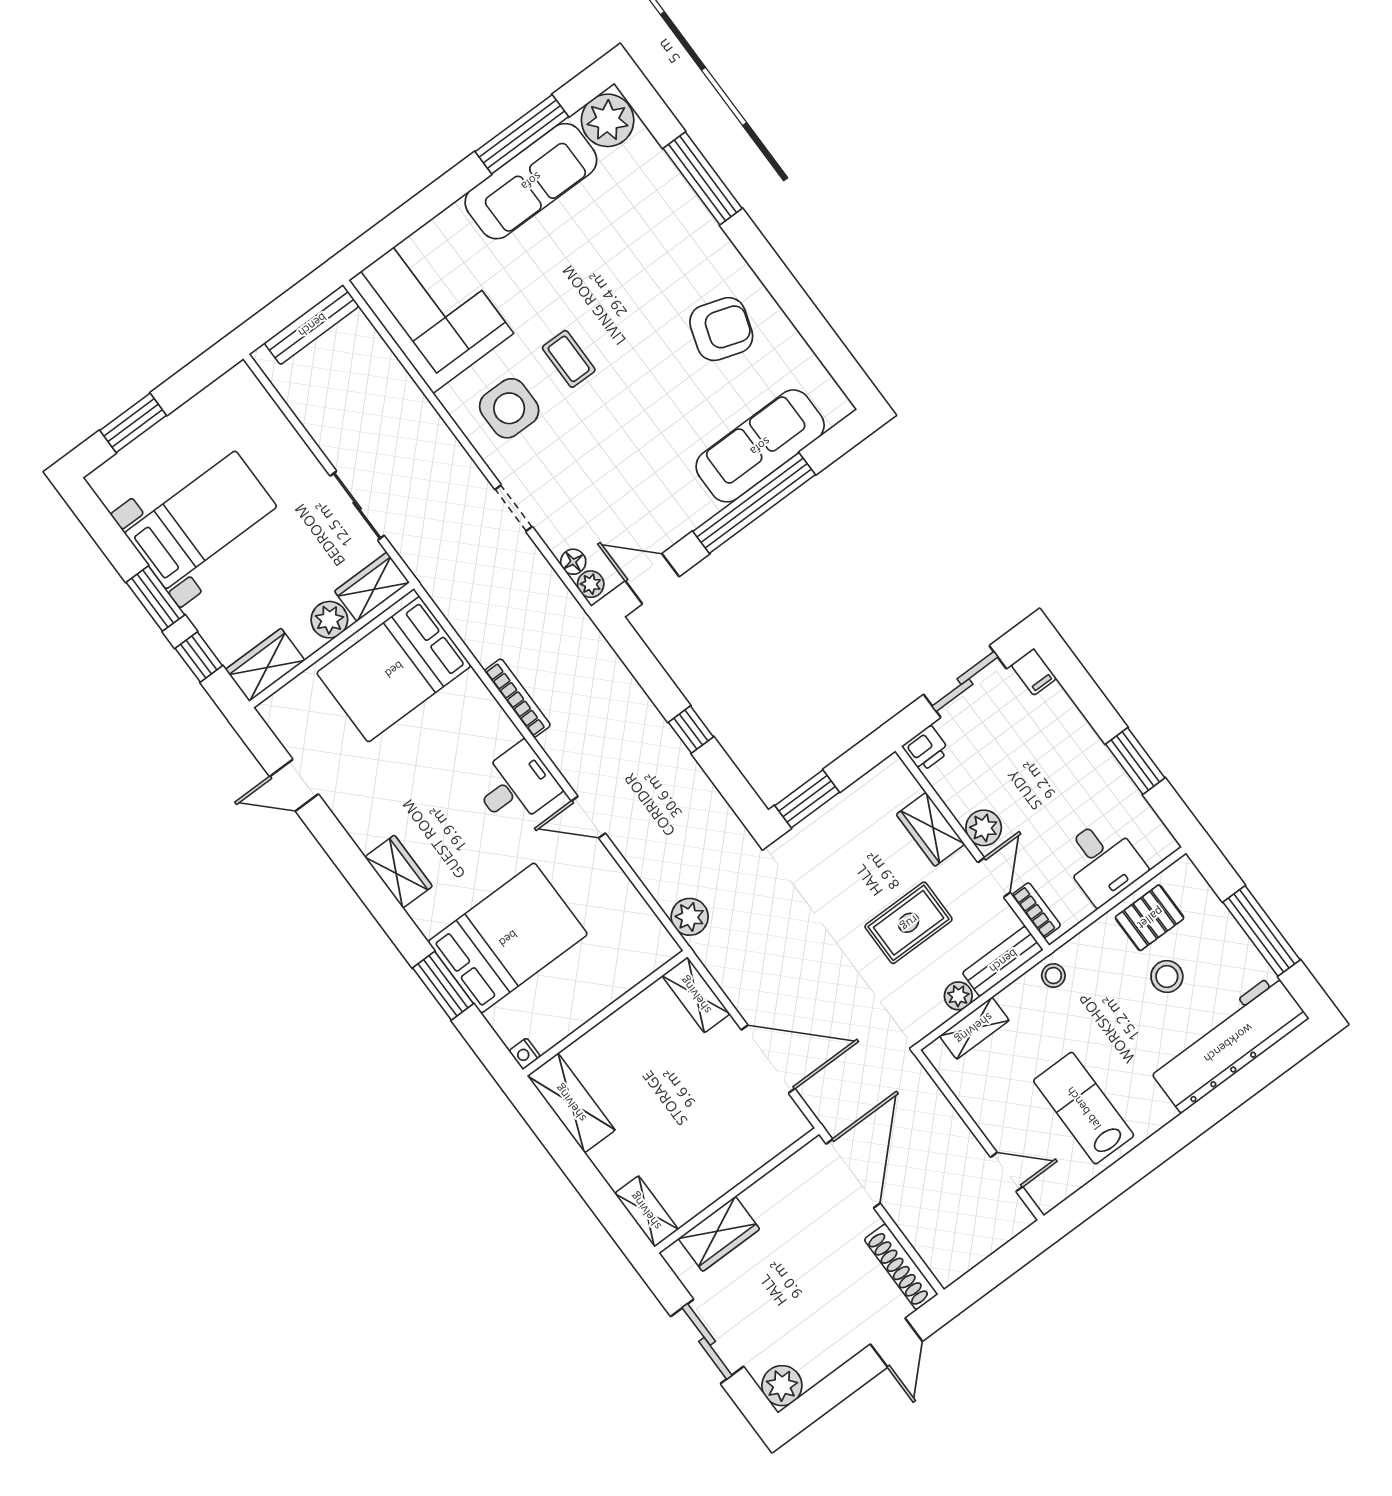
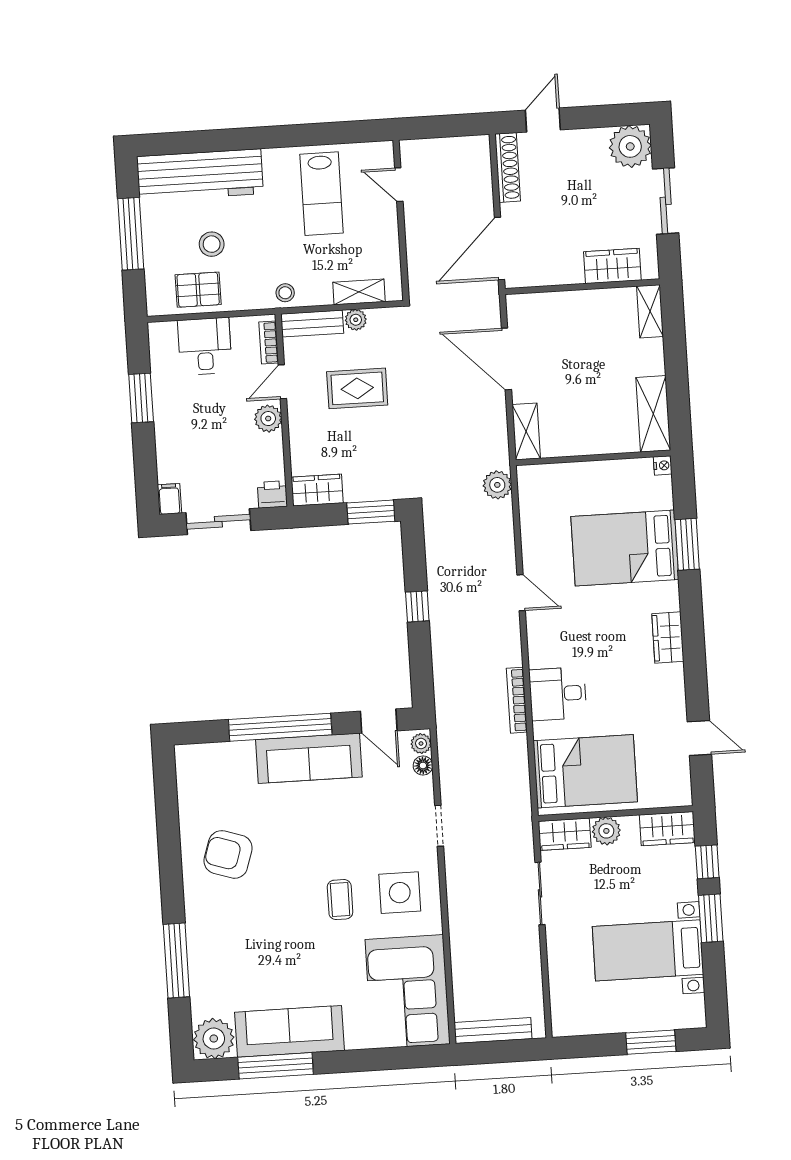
sofa: (760, 446) -> (309, 758), moved
desk: (516, 785) -> (558, 694), moved
wardrobe: (931, 829) -> (317, 490), moved, turned -90
plant: (782, 1386) -> (630, 146), width x1.36, depth x1.36

